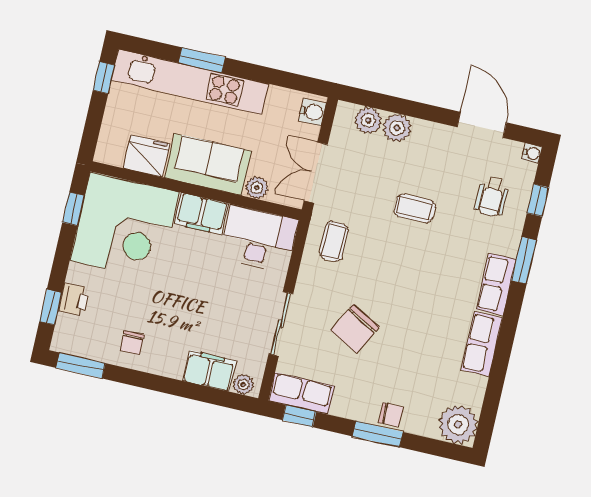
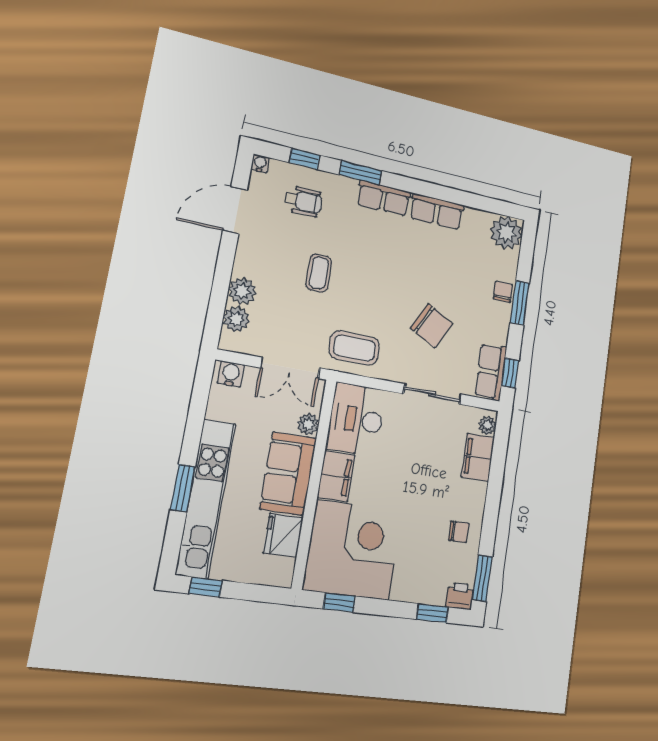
coffee table: (334, 241) -> (354, 348), width x1.36, depth x1.30
printer: (74, 300) -> (460, 596), moved

